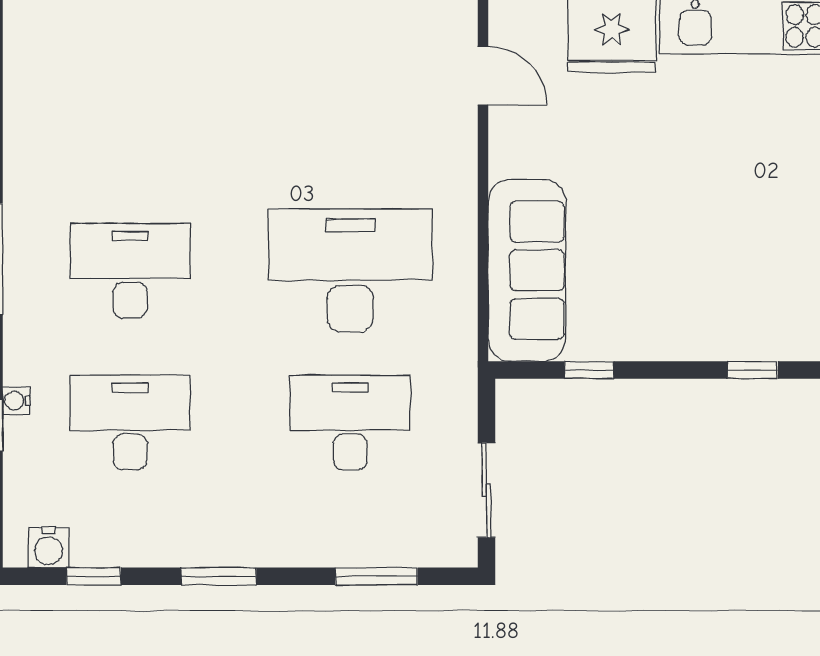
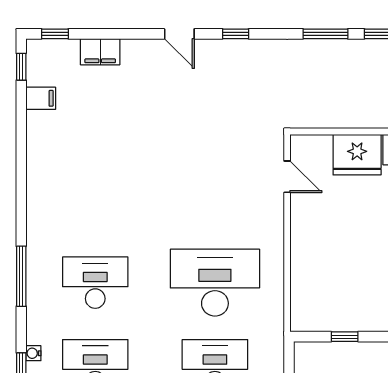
sofa: (527, 270) -> (311, 282), removed

